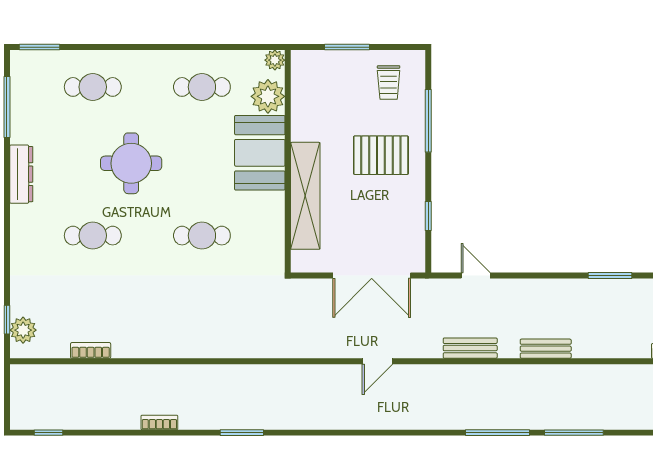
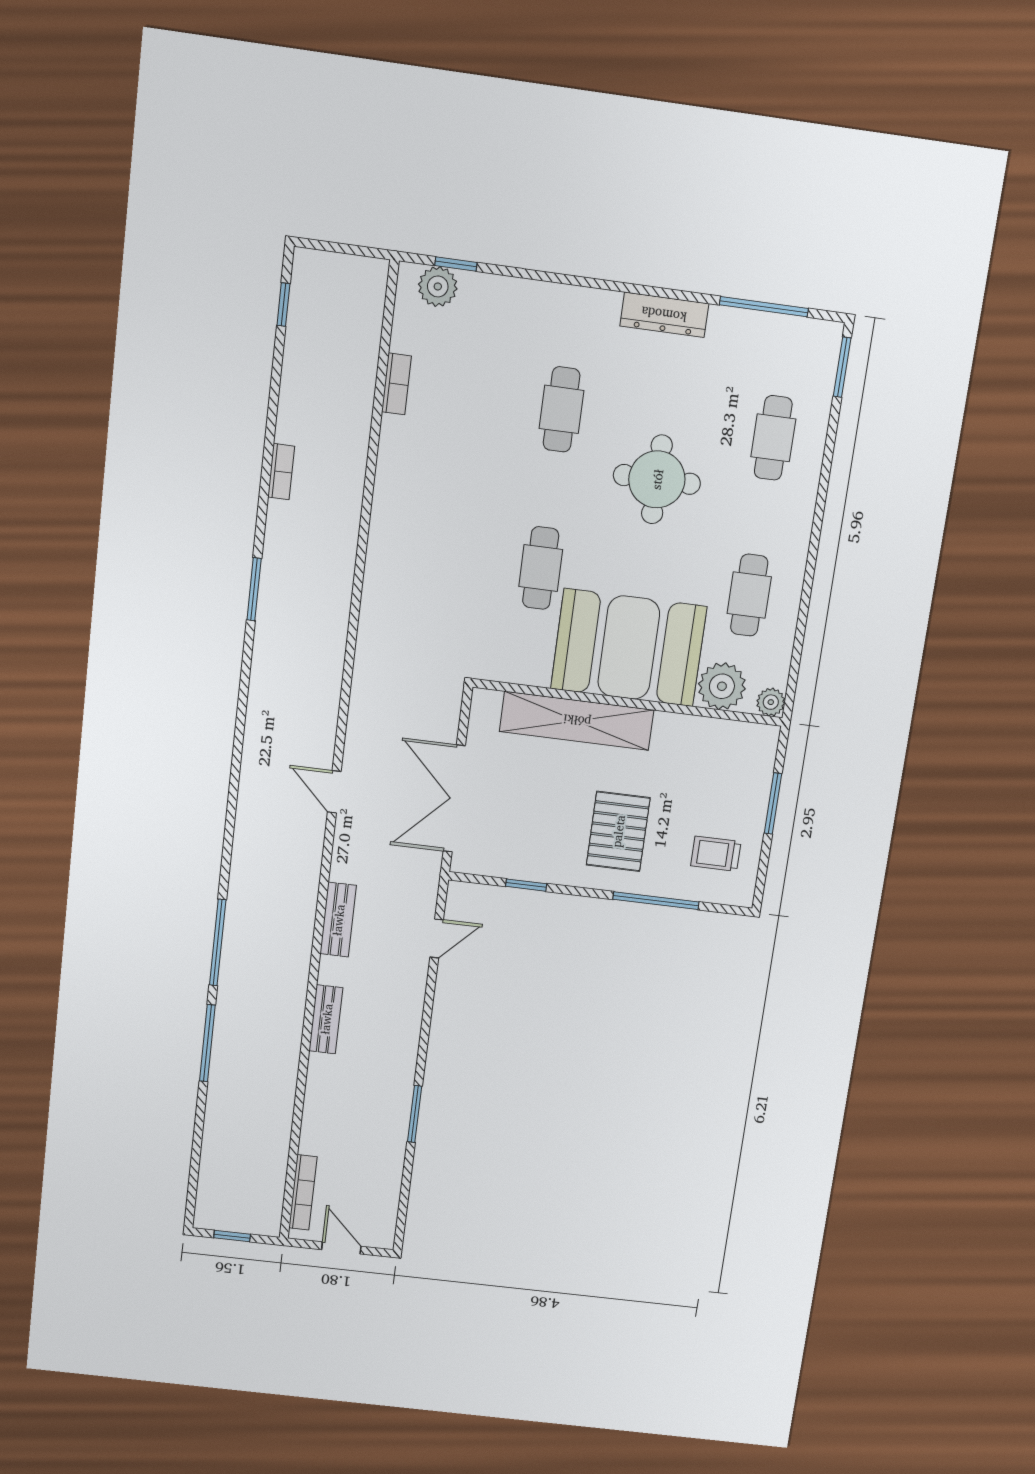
booth: (260, 153) -> (629, 648), width x1.36, depth x1.42

